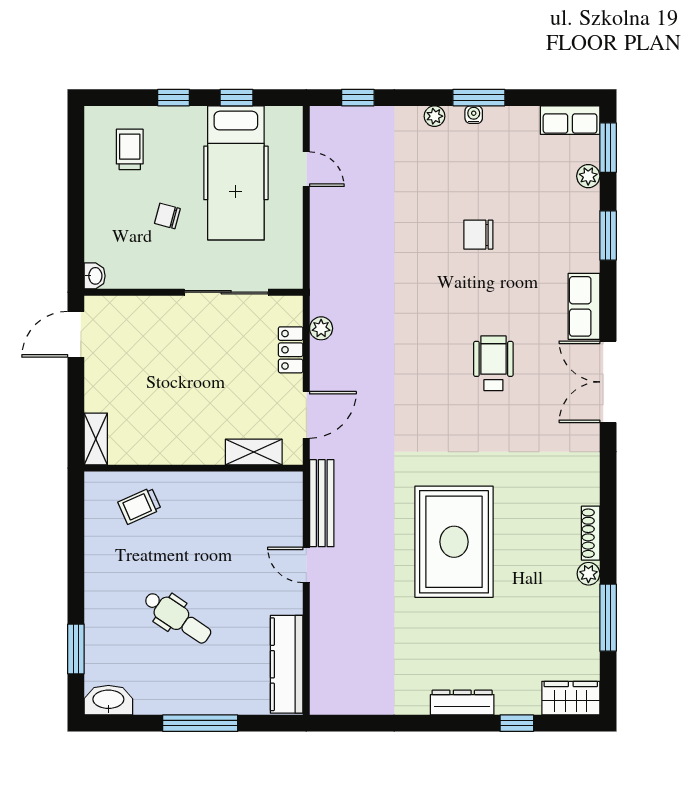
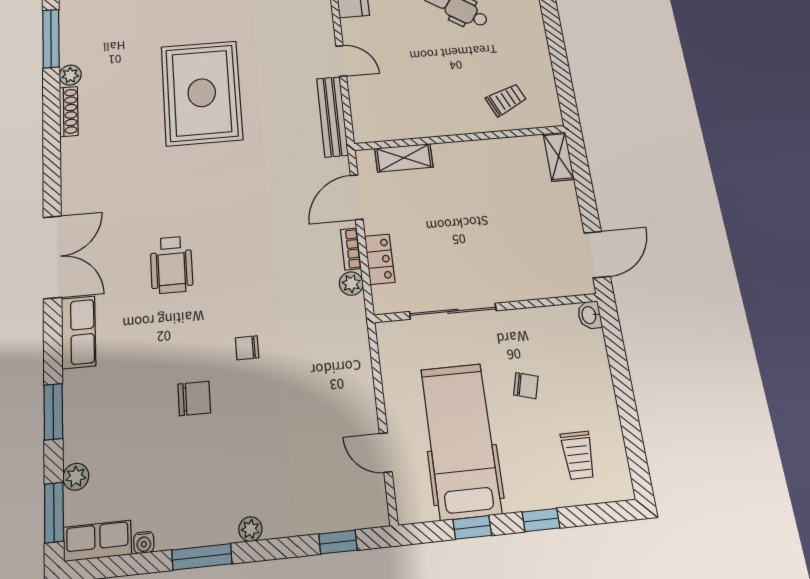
water cooler: (474, 115) -> (144, 543), moved
chair: (426, 276) -> (247, 348), added
bookcase: (318, 363) -> (351, 249), added

